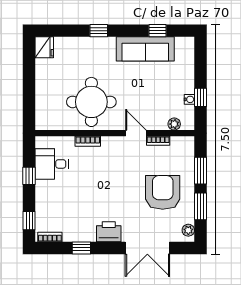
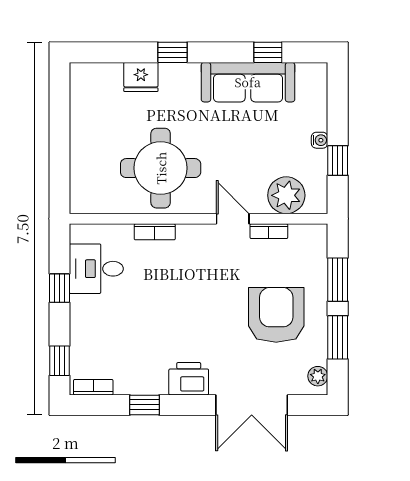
fridge: (44, 47) -> (141, 77), moved, turned 90
water cooler: (189, 99) -> (320, 140), moved
plant: (174, 124) -> (286, 195), width x1.87, depth x1.87

